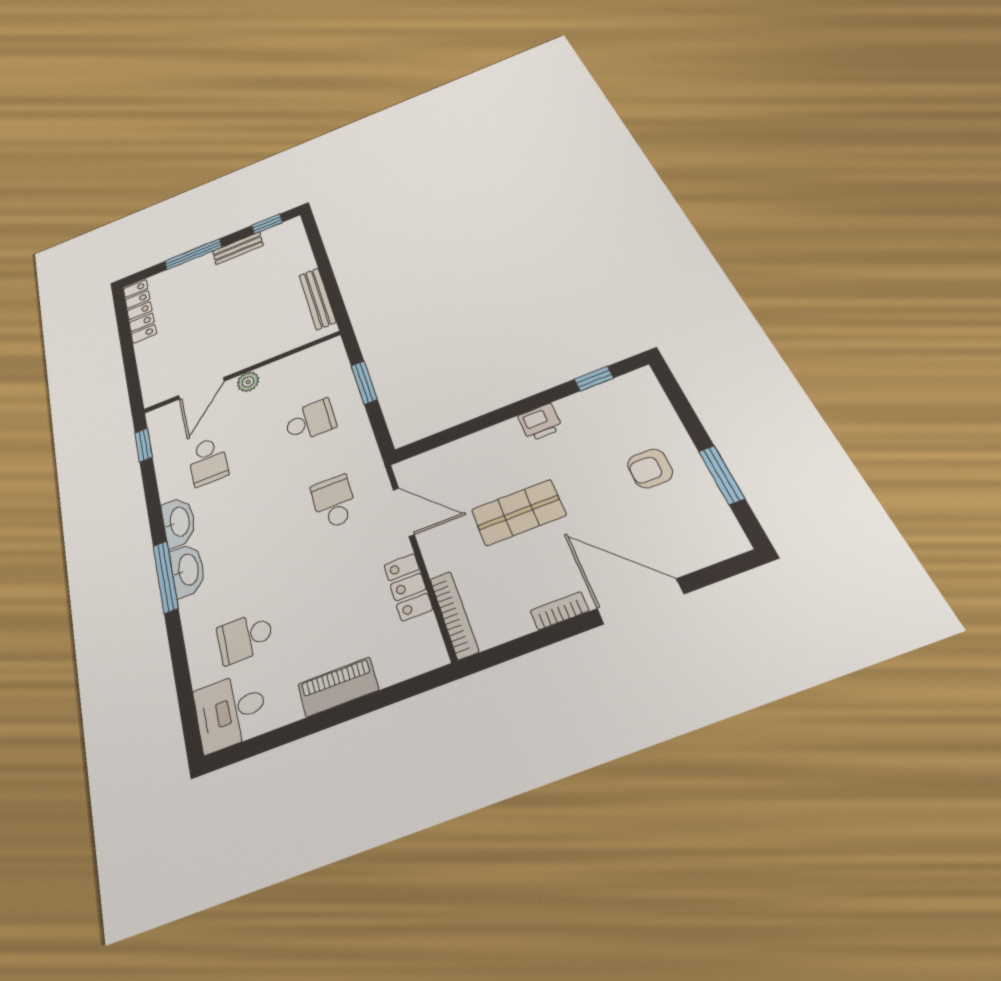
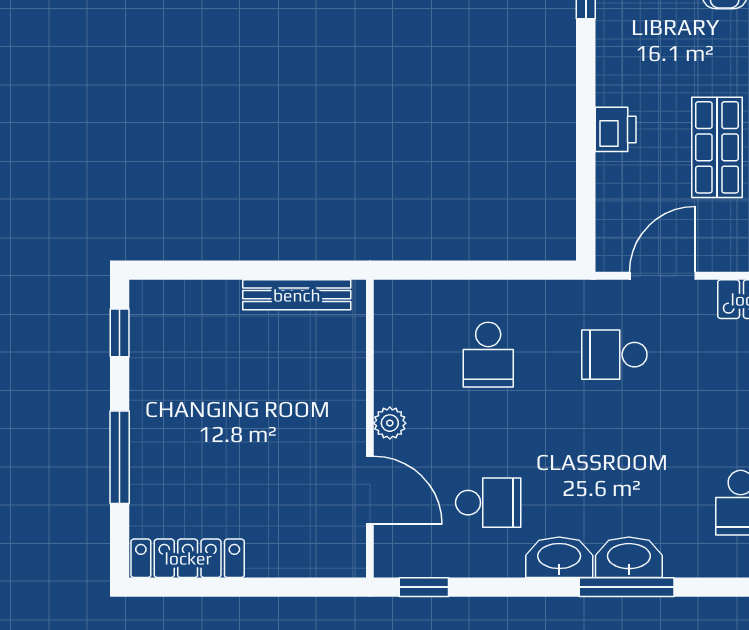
bench: (238, 248) -> (144, 387), removed
window: (364, 383) -> (463, 270), removed
school desk: (310, 421) -> (488, 355), turned 180
printer: (540, 422) -> (616, 129), moved

